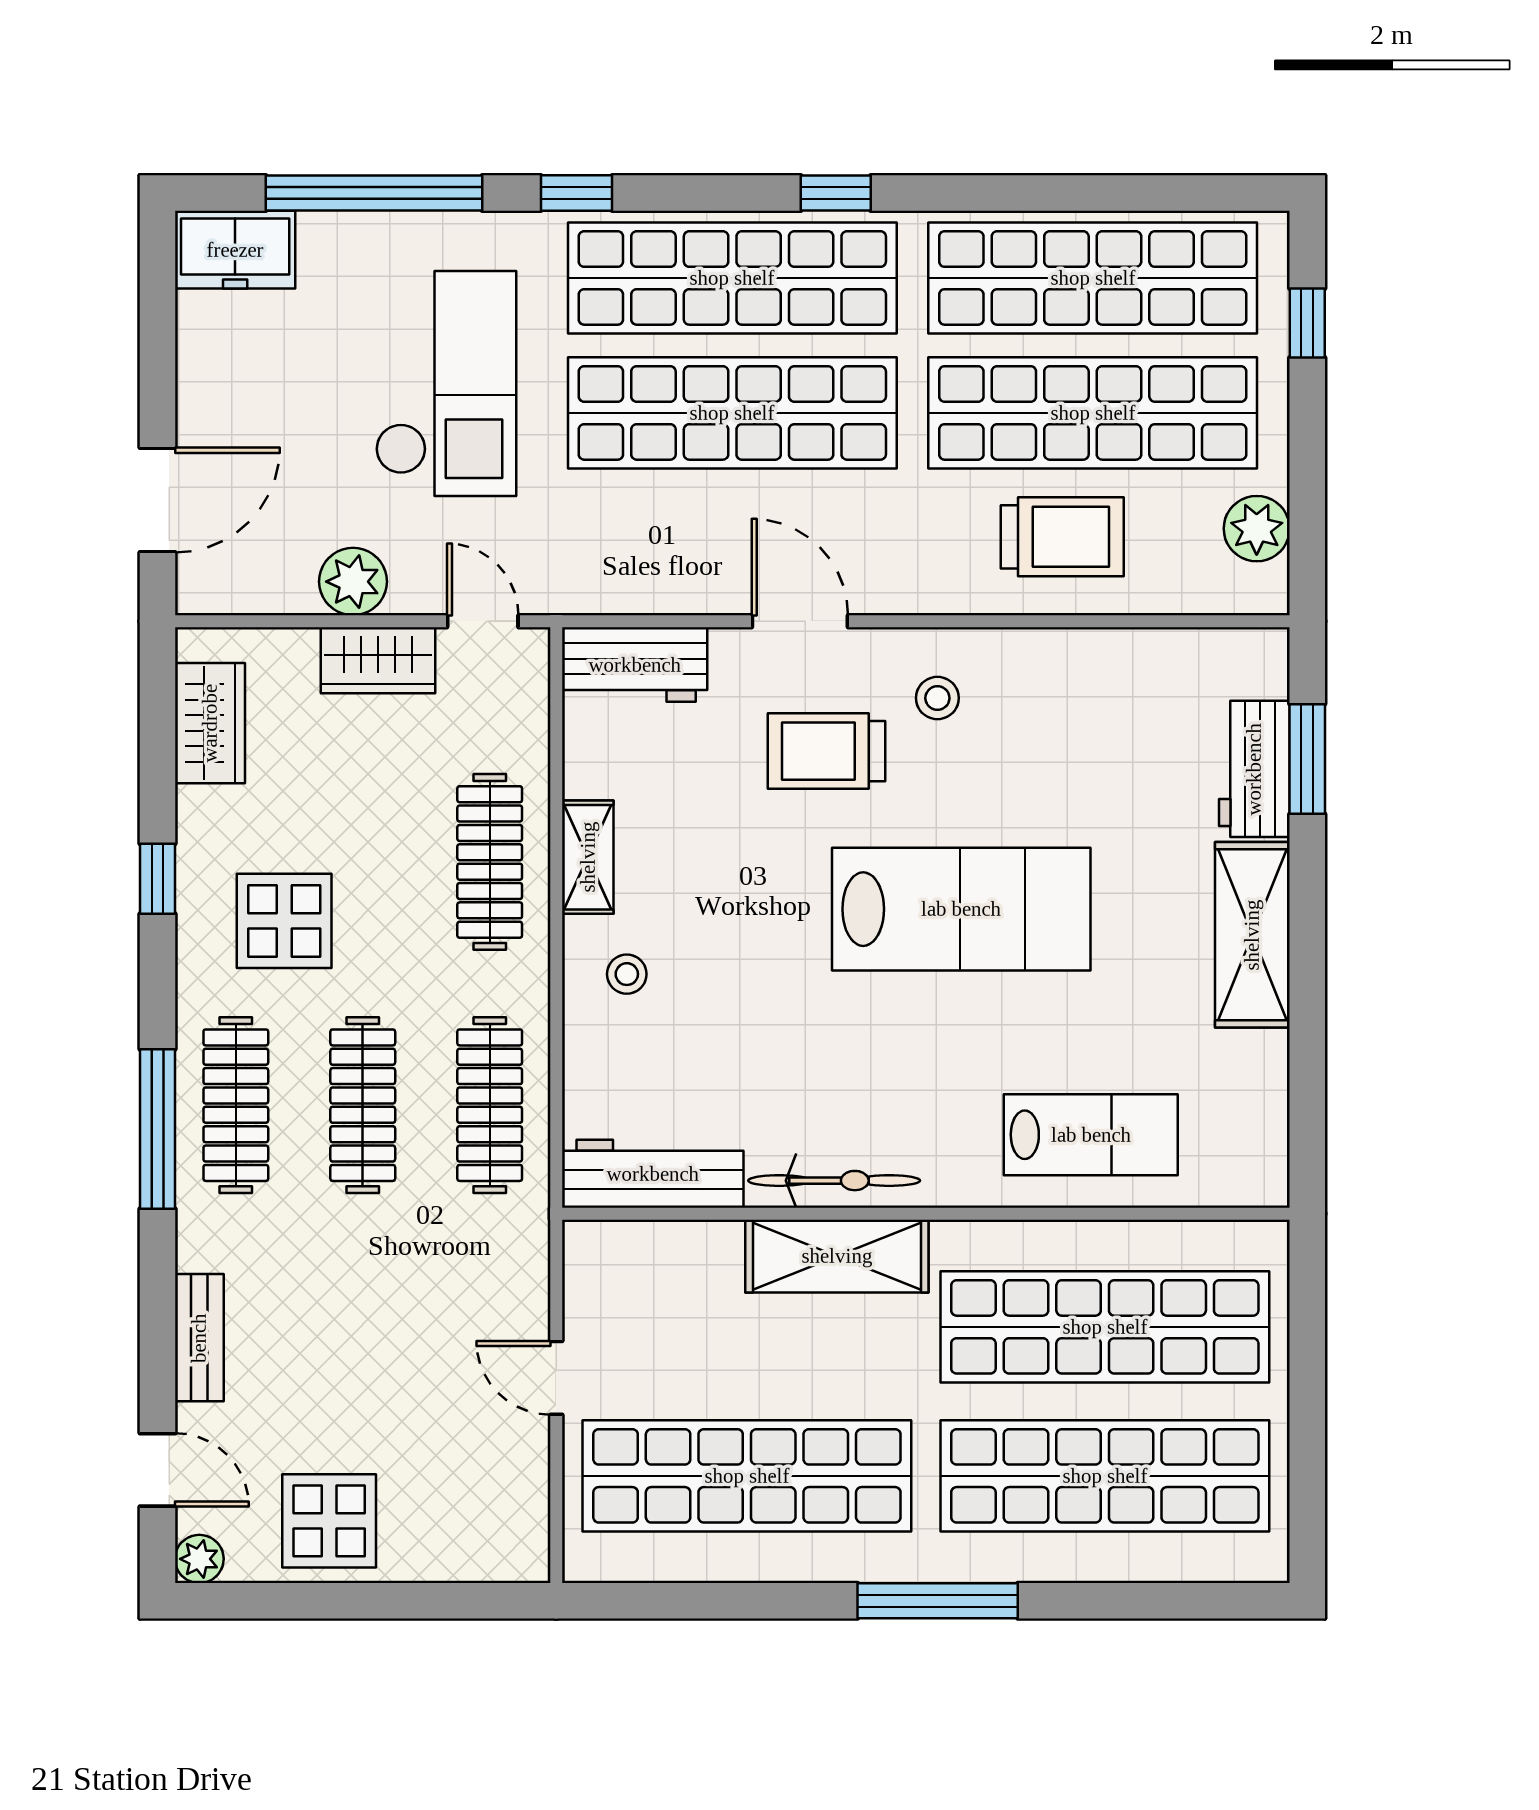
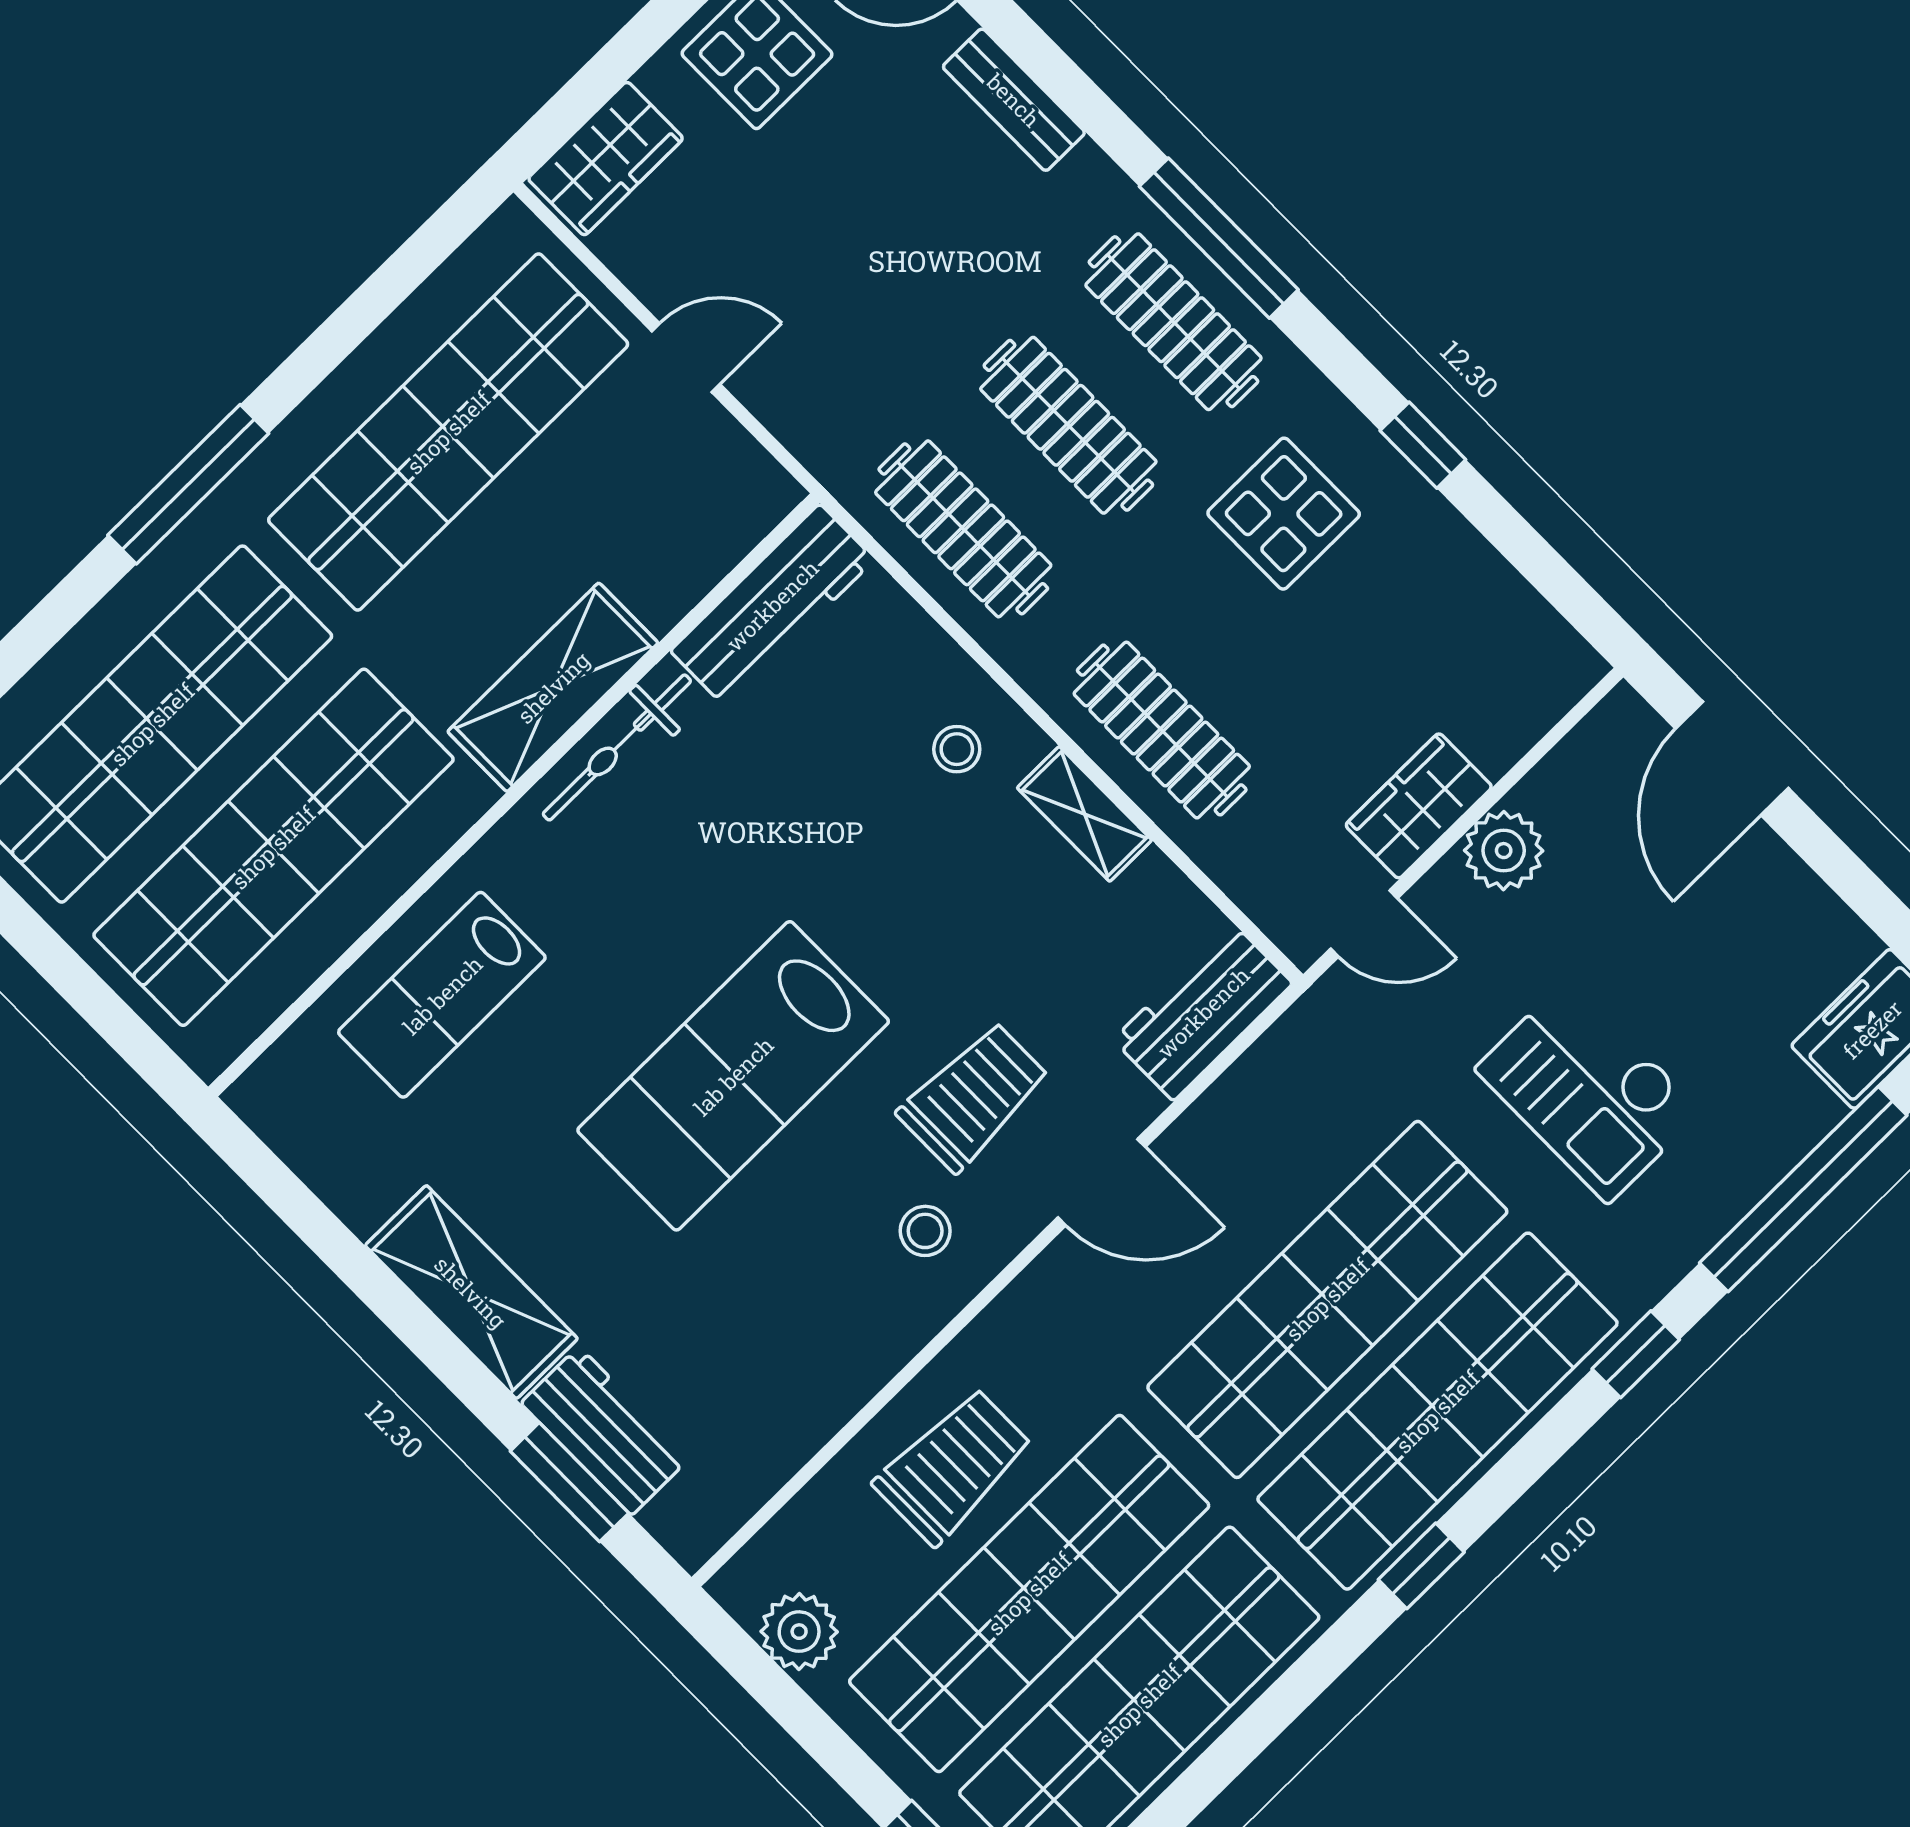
checkout: (446, 383) -> (1588, 1090), width x0.73, depth x0.83
trolley: (1062, 537) -> (953, 1466), turned 180
wardrobe: (210, 723) -> (606, 159), moved, turned -90

